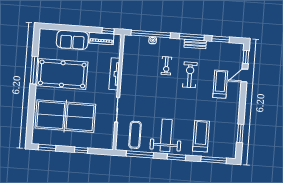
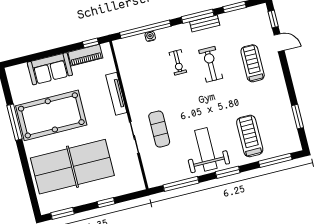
door: (244, 76) -> (279, 43), swing flipped
exercise mat: (135, 135) -> (159, 129), moved

